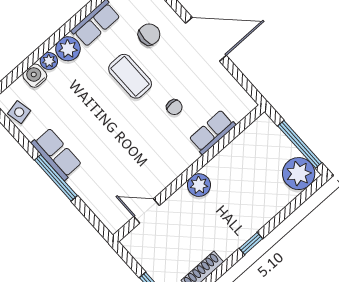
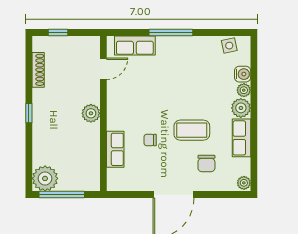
row of seats: (56, 154) -> (135, 45), moved

